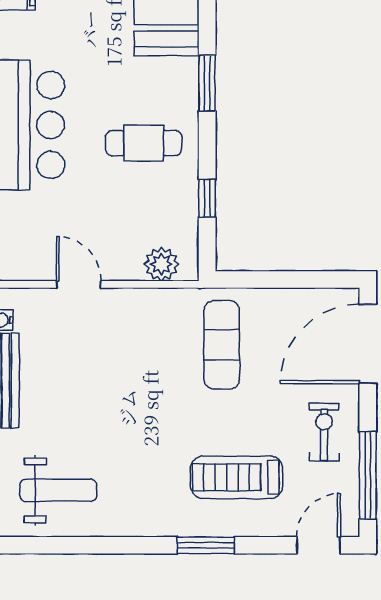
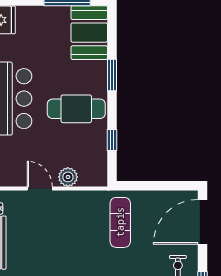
cafe table: (144, 143) -> (76, 109), width x1.37, depth x1.35
plant: (161, 264) -> (68, 177), moved

